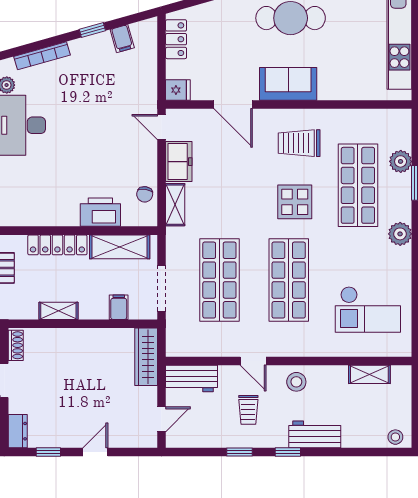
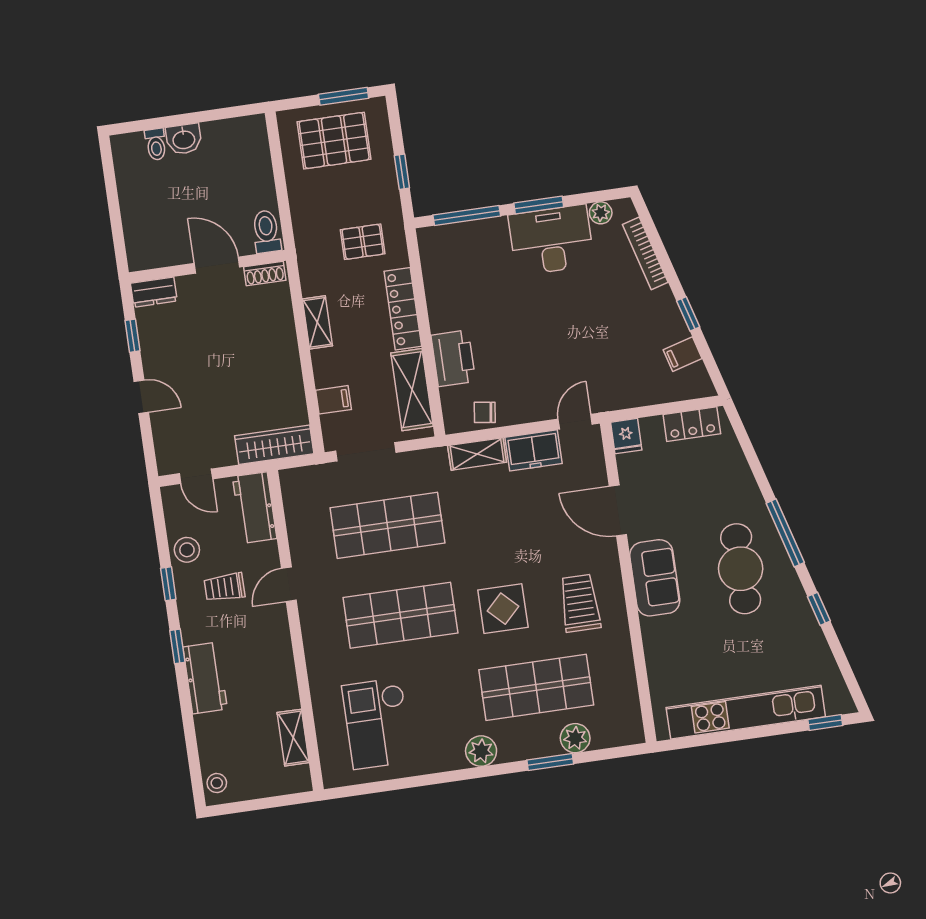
door: (233, 104) -> (618, 511), hinge flipped
stool: (296, 382) -> (187, 550), moved

